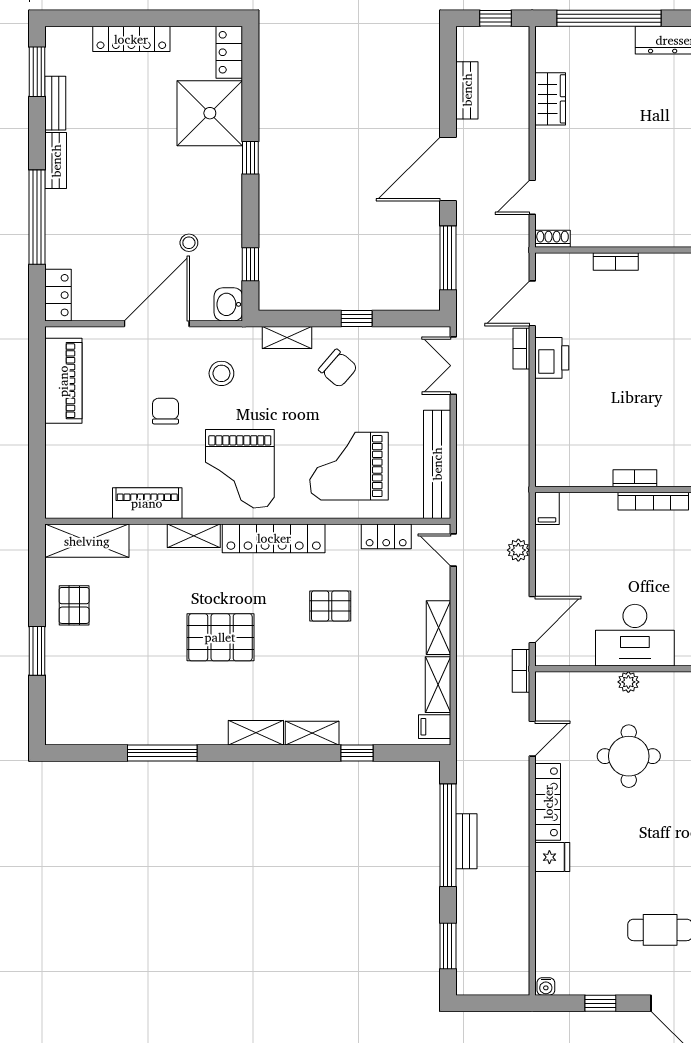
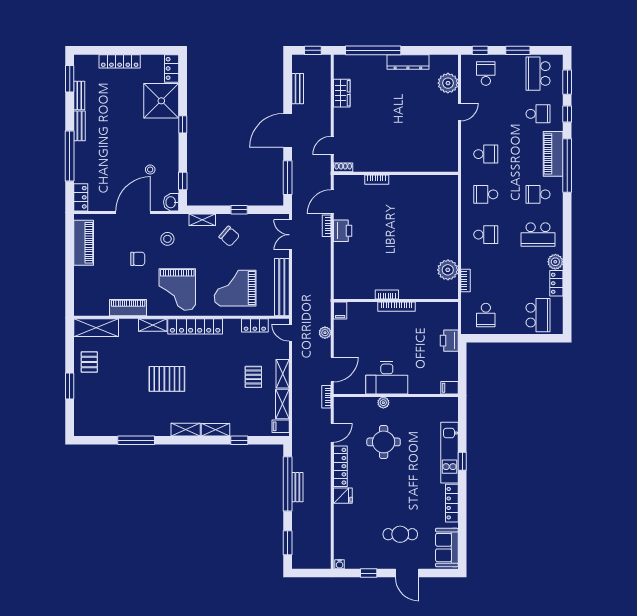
chair: (165, 411) -> (138, 259), turned 90
pallet: (330, 606) -> (253, 377), moved, turned 90

